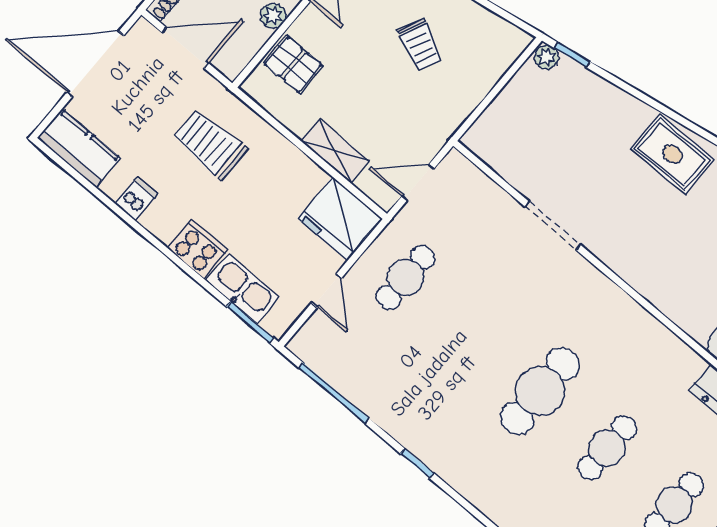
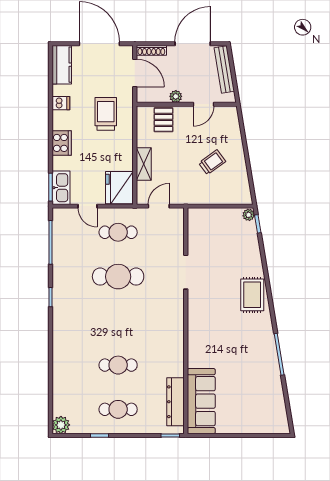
trolley: (420, 45) -> (212, 162), turned -151
door: (418, 182) -> (159, 206), hinge flipped
kitchen sink: (243, 289) -> (61, 188), moved
door: (327, 290) -> (88, 206), hinge flipped
cafe table: (540, 391) -> (118, 277), moved

